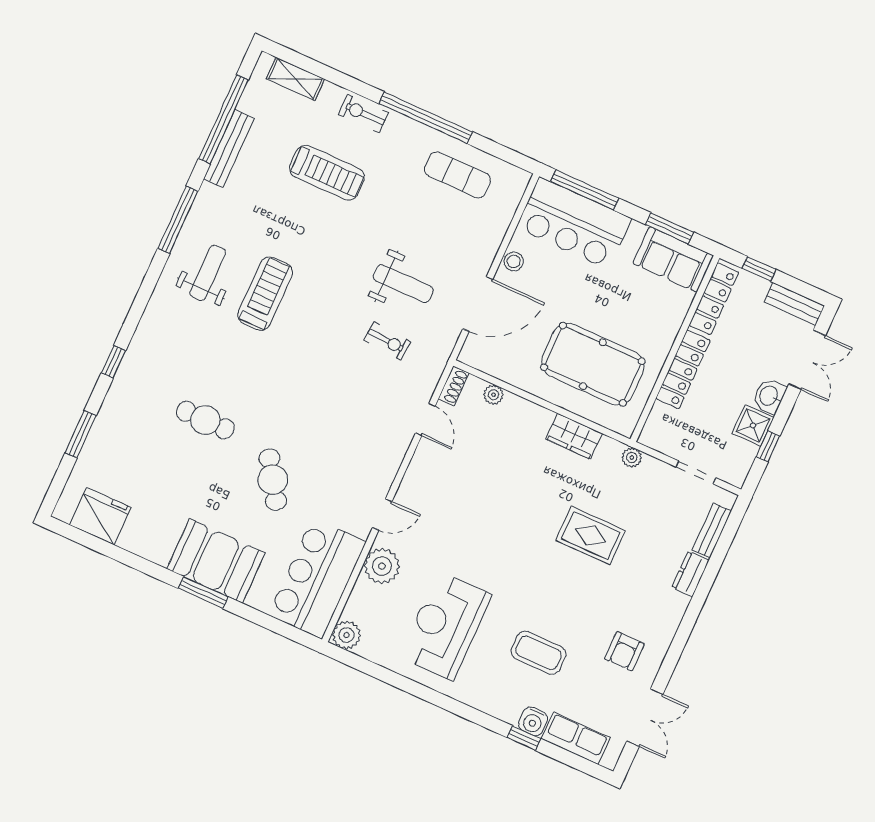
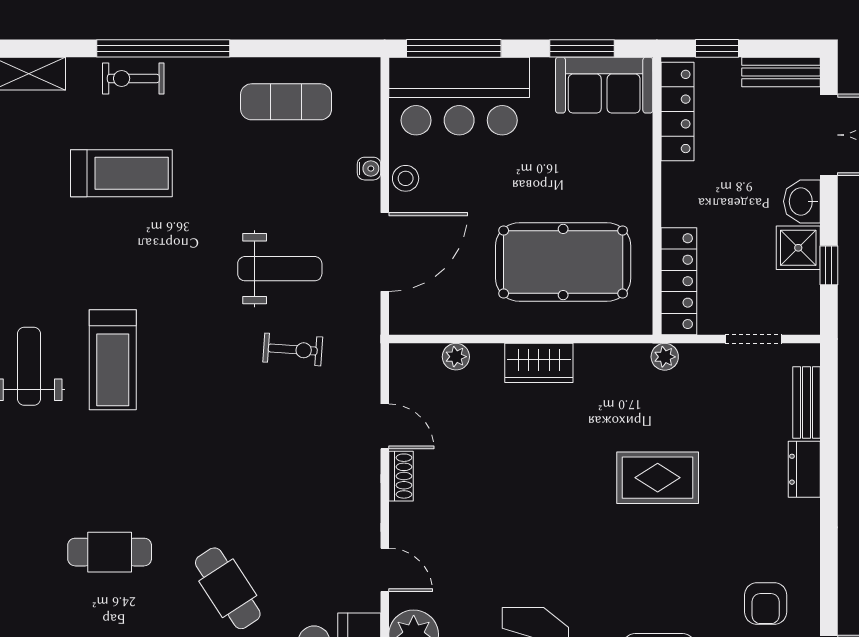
window: (426, 118) -> (163, 48), moved
water cooler: (492, 244) -> (369, 169), added
treadmill: (265, 294) -> (113, 360), turned 180
locker: (683, 369) -> (679, 281), moved
shoe rack: (454, 386) -> (401, 476), moved
wardrobe: (574, 436) -> (539, 363), moved
door: (382, 515) -> (385, 570), hinge flipped

